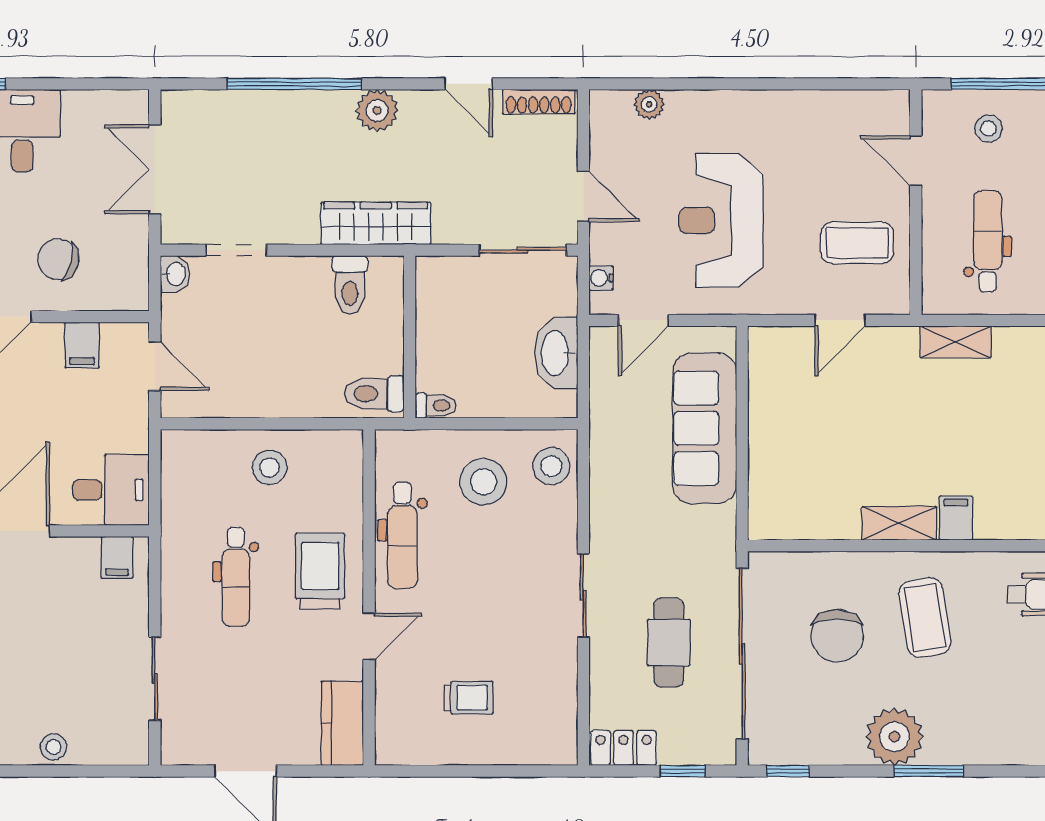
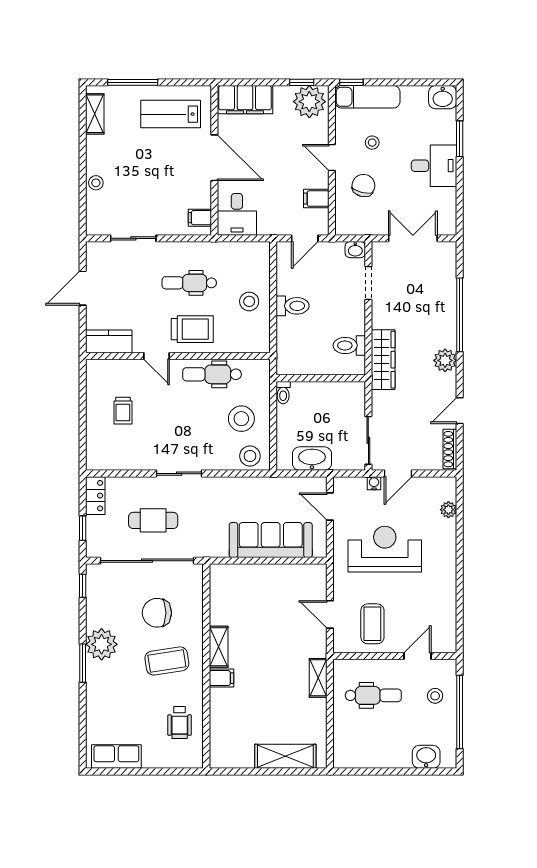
water cooler: (601, 278) -> (374, 483), moved
toilet: (374, 394) -> (293, 306), moved, turned 90

